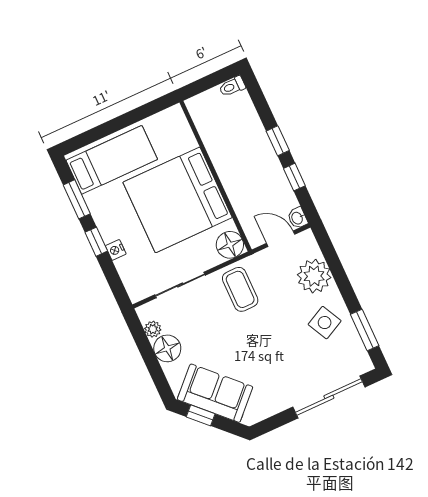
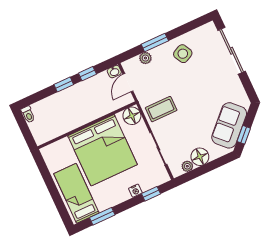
window: (96, 242) -> (151, 194), moved
plant: (314, 276) -> (145, 58), width x0.53, depth x0.53
window: (365, 330) -> (155, 42), moved

